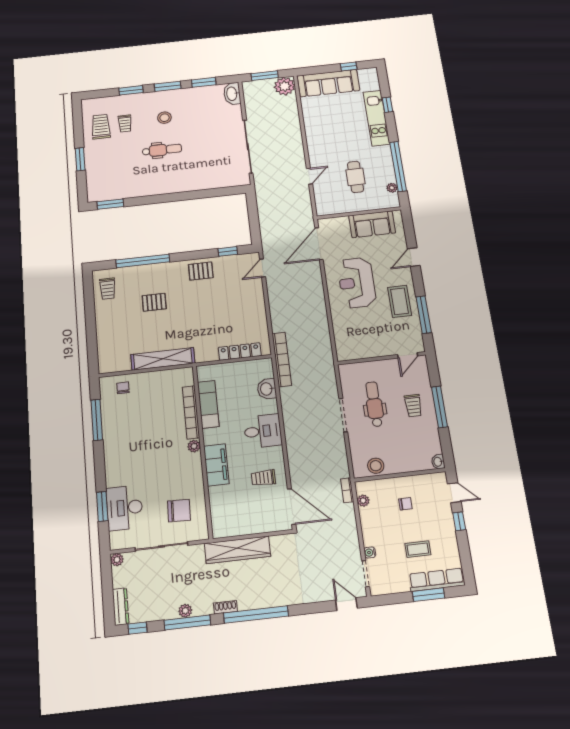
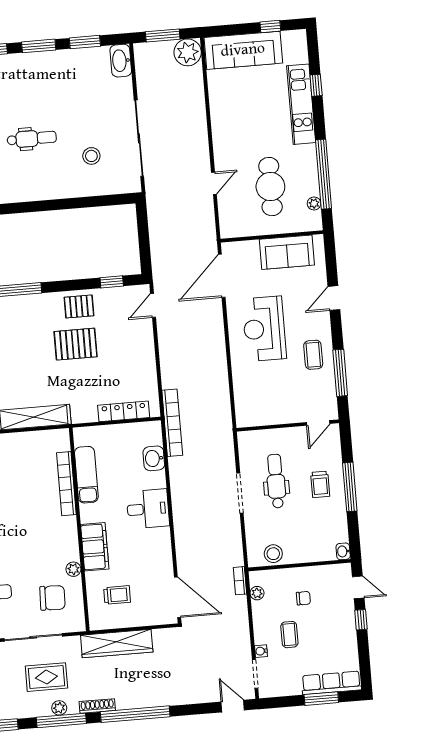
stool: (164, 118) -> (91, 156), moved
cafe table: (355, 177) -> (270, 187), width x1.37, depth x1.35
coffee table: (400, 301) -> (313, 355), width x0.73, depth x0.77
pallet: (154, 302) -> (76, 344), moved, width x1.50, depth x1.42
plant: (194, 446) -> (73, 569), moved
trolley: (263, 478) -> (117, 595), moved, turned 180
coffee table: (418, 549) -> (289, 635), moved, turned 90
rug: (173, 582) -> (46, 677), added
shoe rack: (225, 607) -> (97, 706), width x1.43

